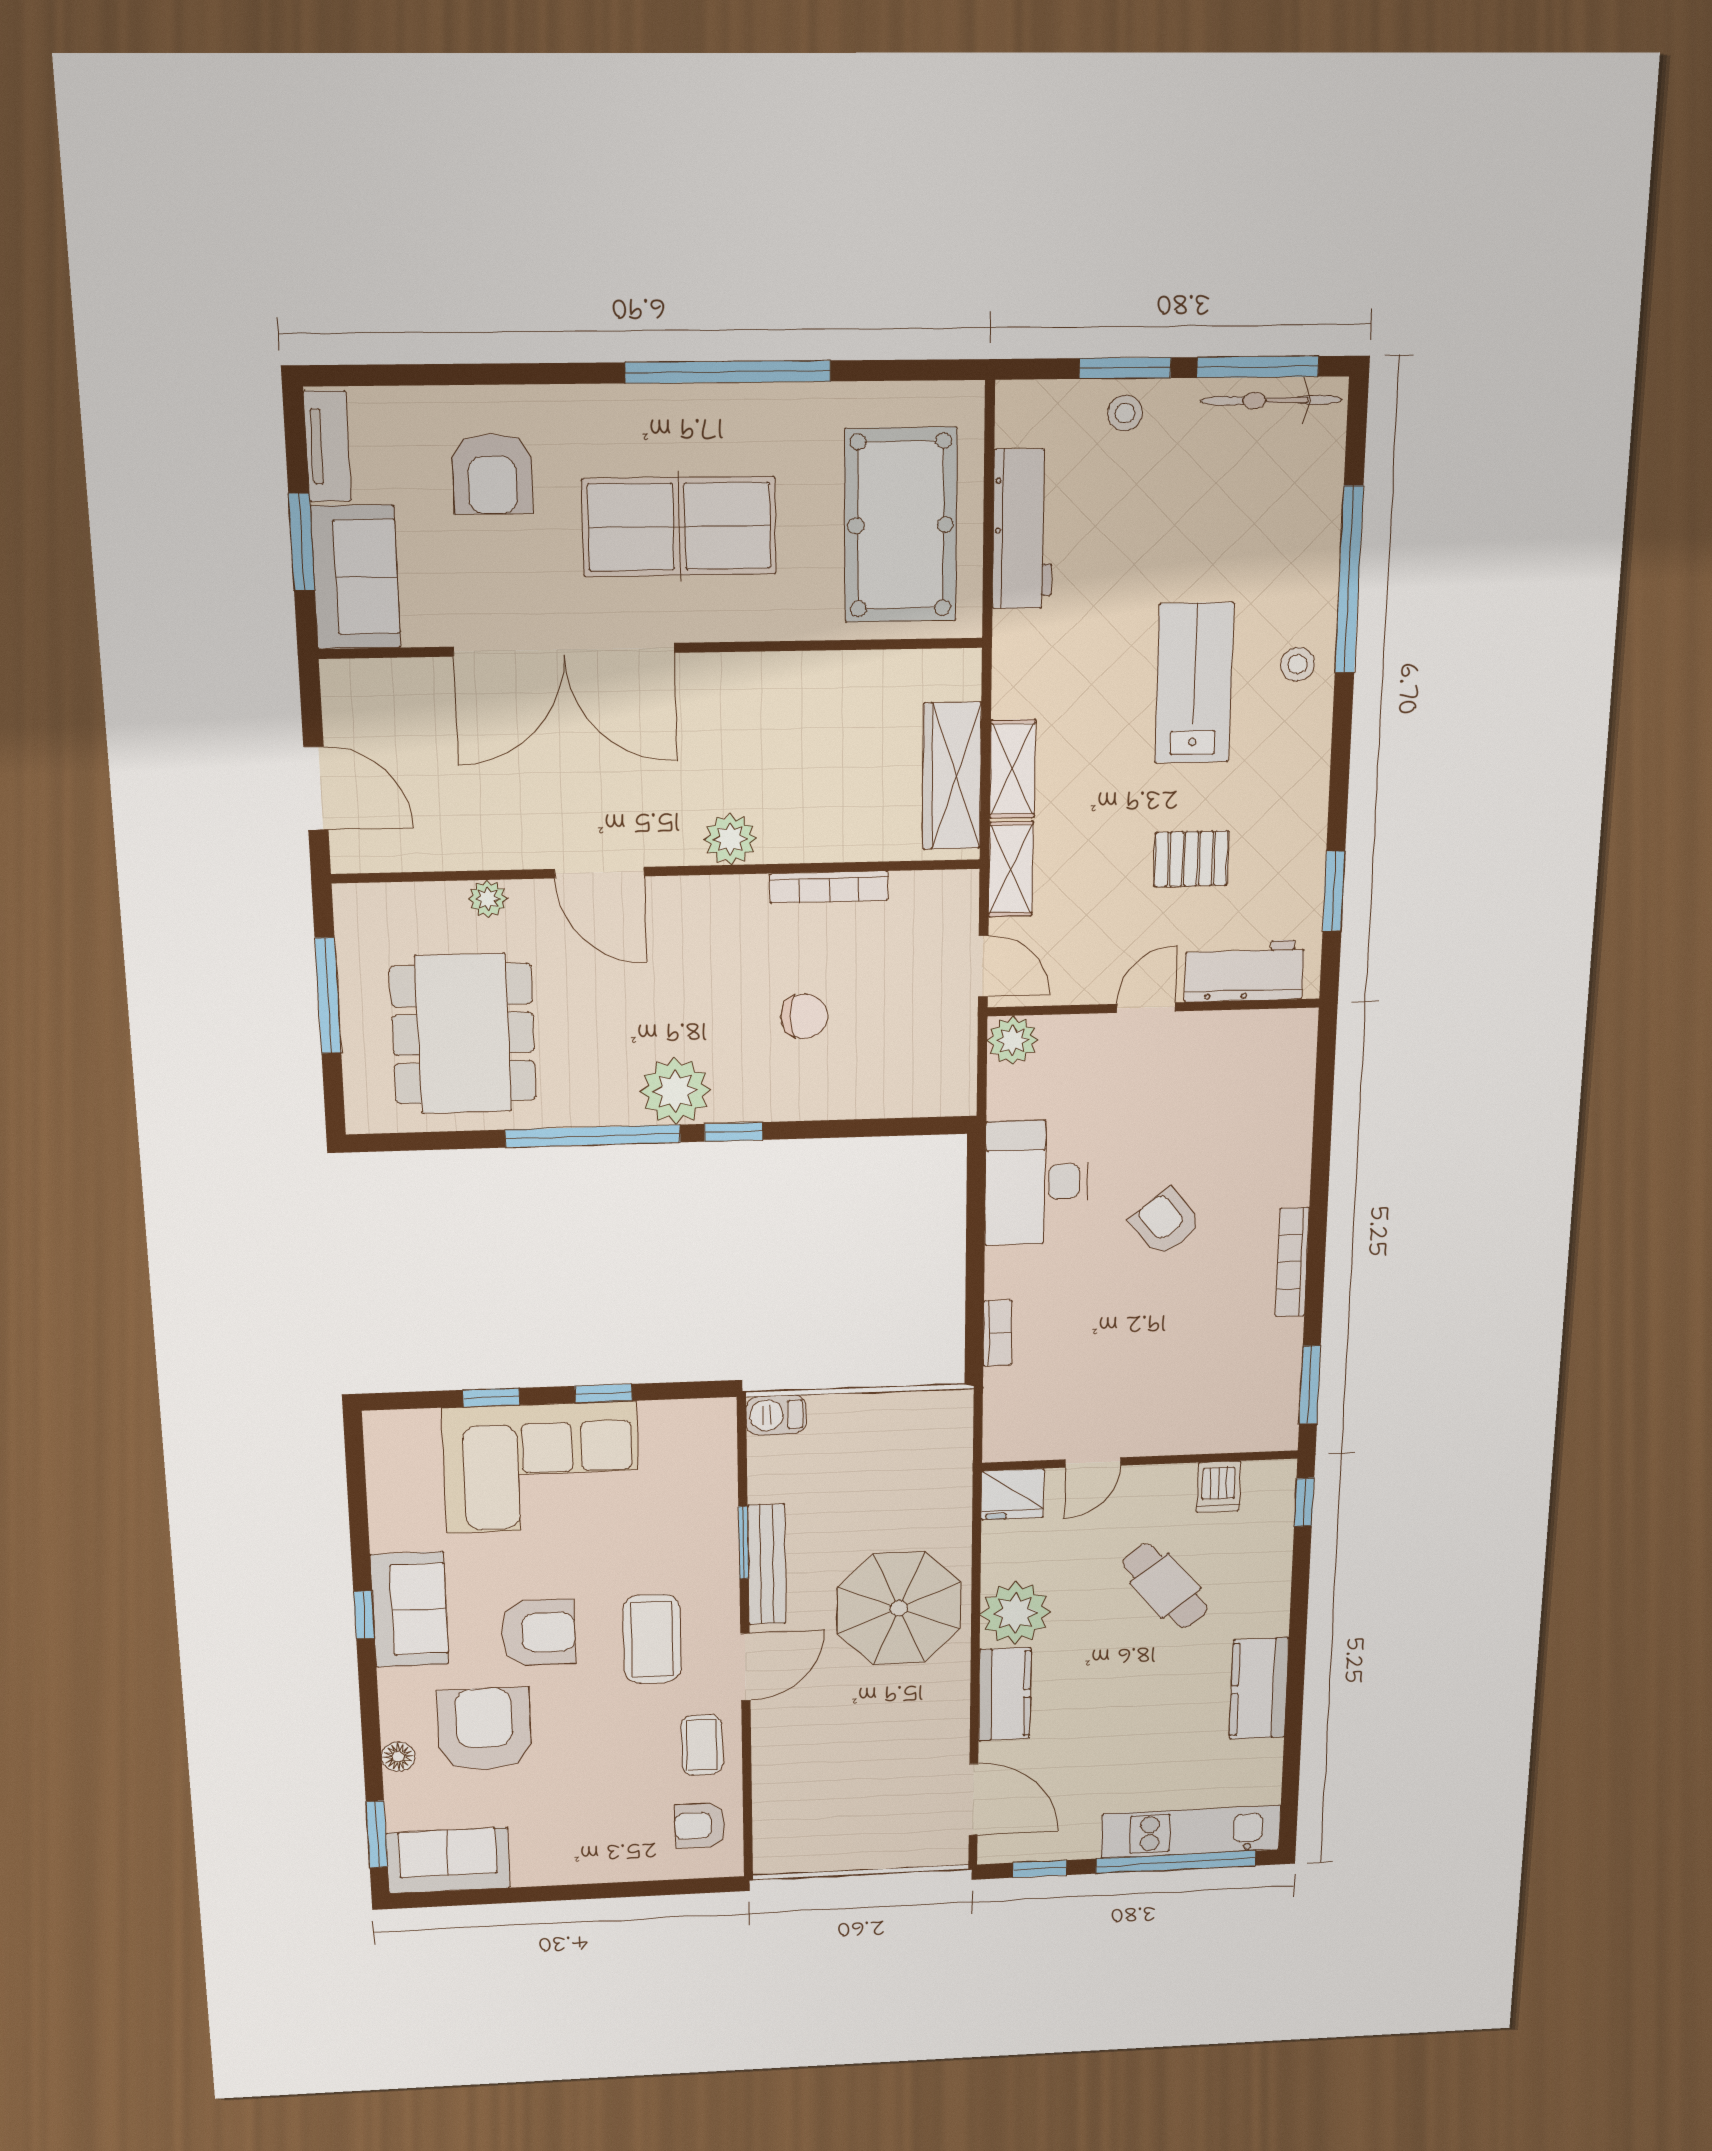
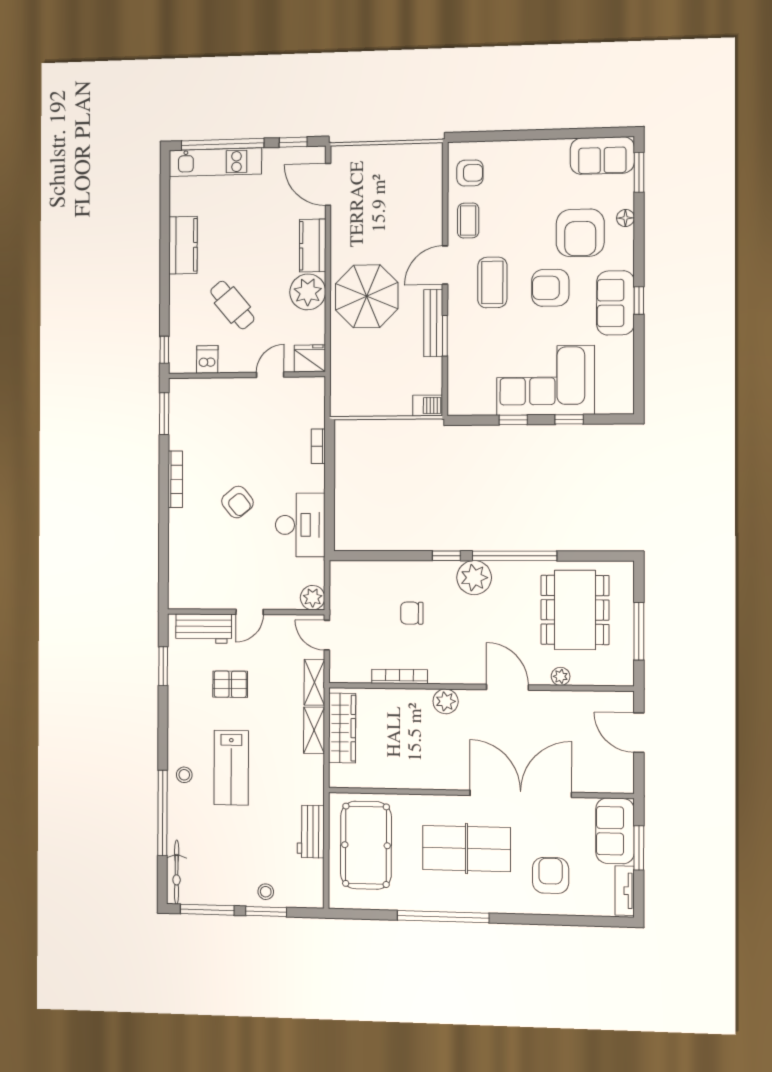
bicycle: (1271, 400) -> (177, 872), moved, turned 90
workbench: (1023, 529) -> (311, 832), width x0.73

